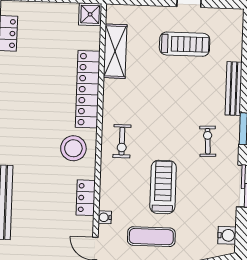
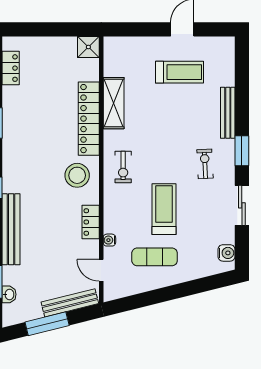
shelving: (115, 51) -> (114, 103), moved

